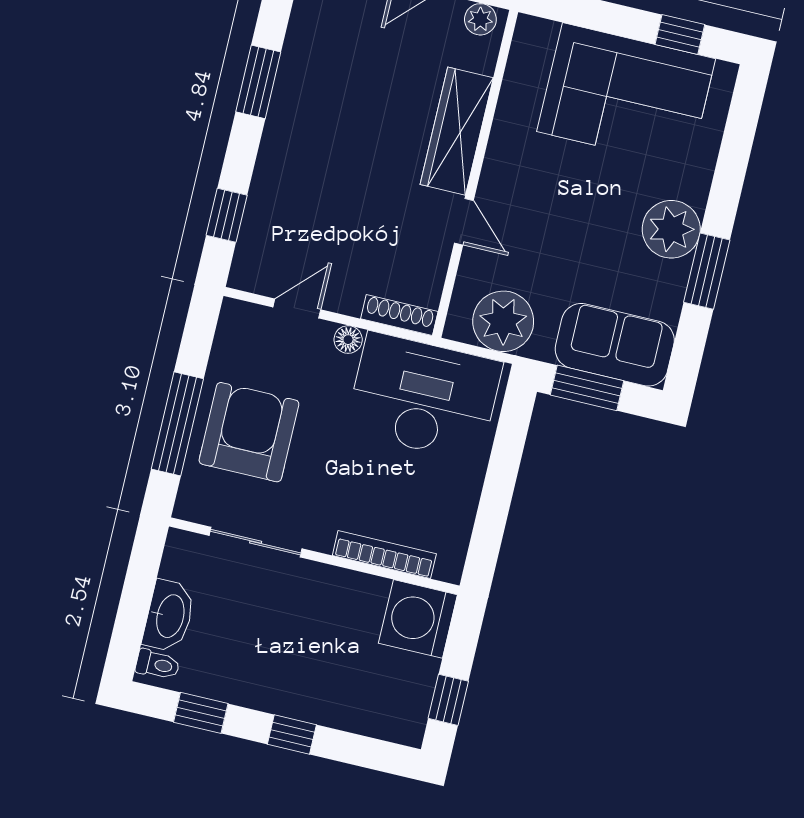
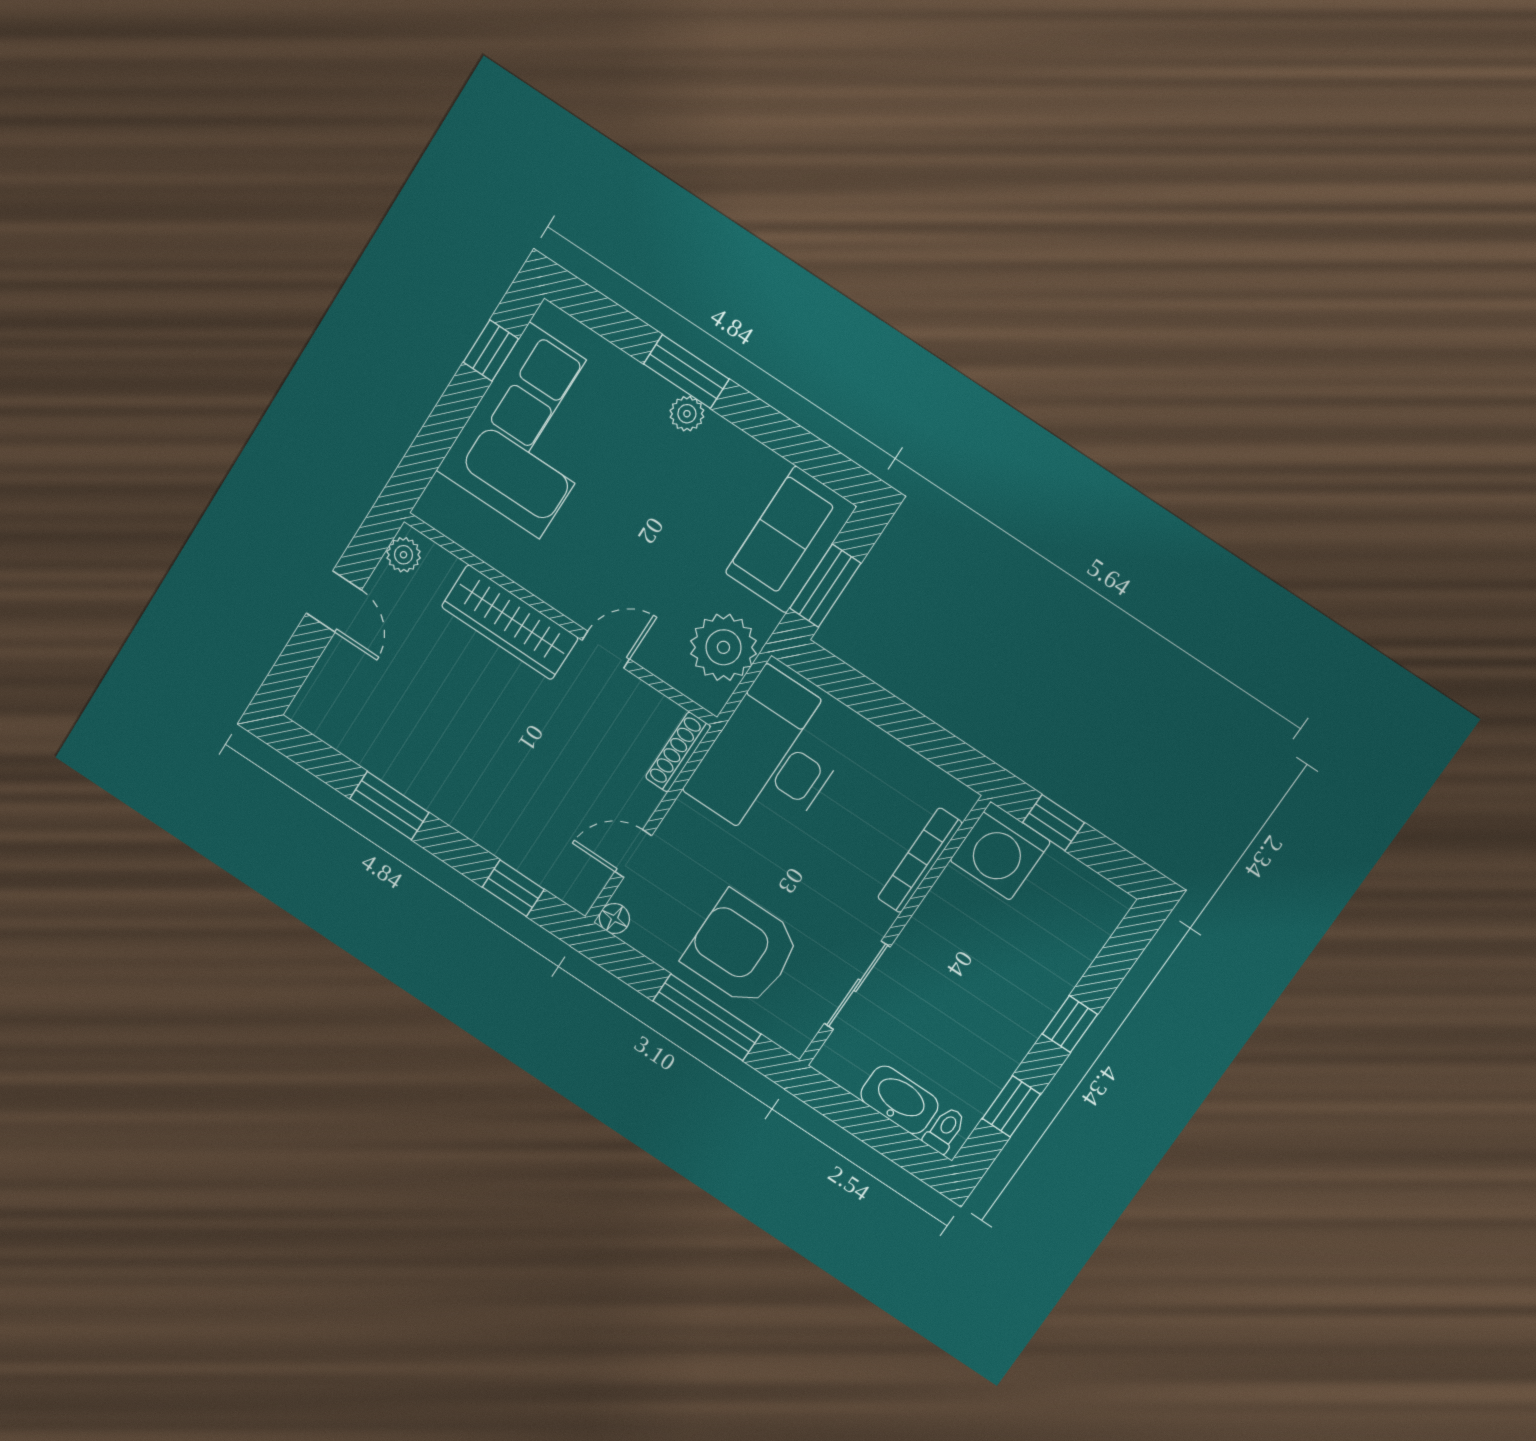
plant: (671, 229) -> (687, 414), width x0.53, depth x0.53
window: (707, 271) -> (686, 371), moved
door: (297, 308) -> (633, 854), hinge flipped
floor lamp: (348, 340) -> (614, 918), moved
window: (448, 700) -> (1053, 823), moved

